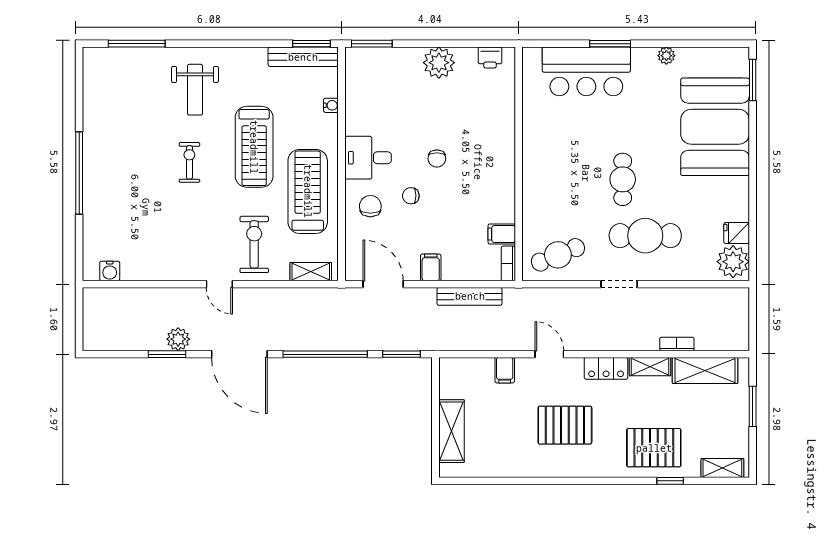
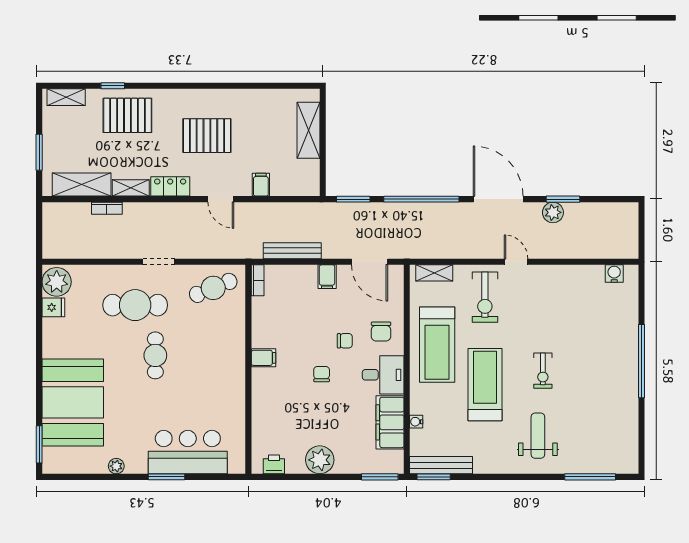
filing cabinet: (360, 104) -> (390, 422), added
filing cabinet: (502, 234) -> (263, 358), moved

